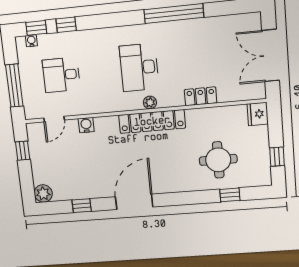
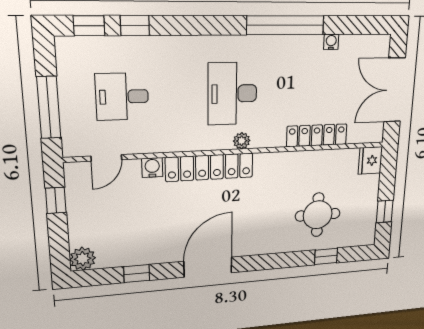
water cooler: (31, 41) -> (331, 42), moved
locker: (201, 96) -> (317, 135), width x1.53
locker: (152, 122) -> (210, 167), moved

